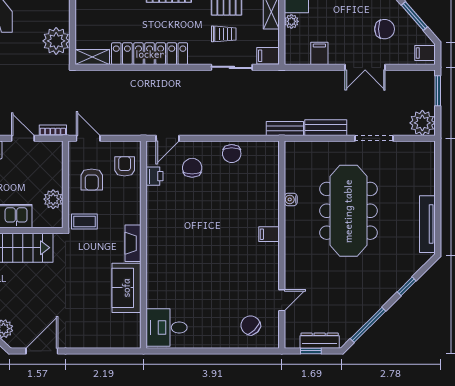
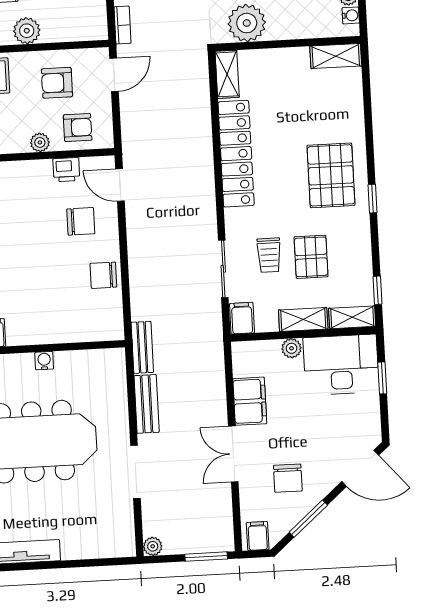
filing cabinet: (319, 53) -> (250, 401), width x2.00
plant: (422, 123) -> (153, 546), width x0.53, depth x0.53
plant: (134, 194) -> (40, 142), added

